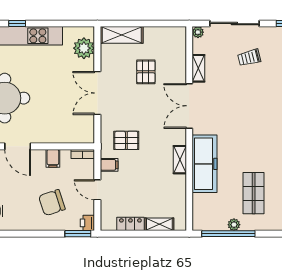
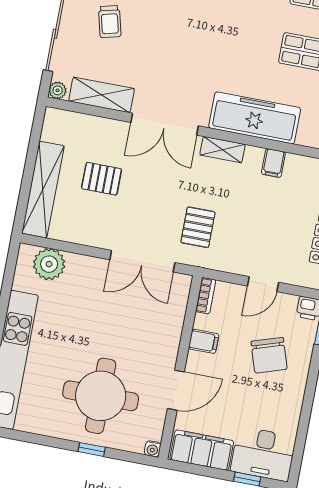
shelving: (122, 35) -> (43, 190), width x1.47
shelving: (198, 68) -> (102, 95), width x1.50, depth x1.33
double door: (97, 93) -> (142, 261), moved
shelving: (180, 160) -> (222, 150), moved
filing cabinet: (109, 165) -> (273, 163), moved, turned 180

